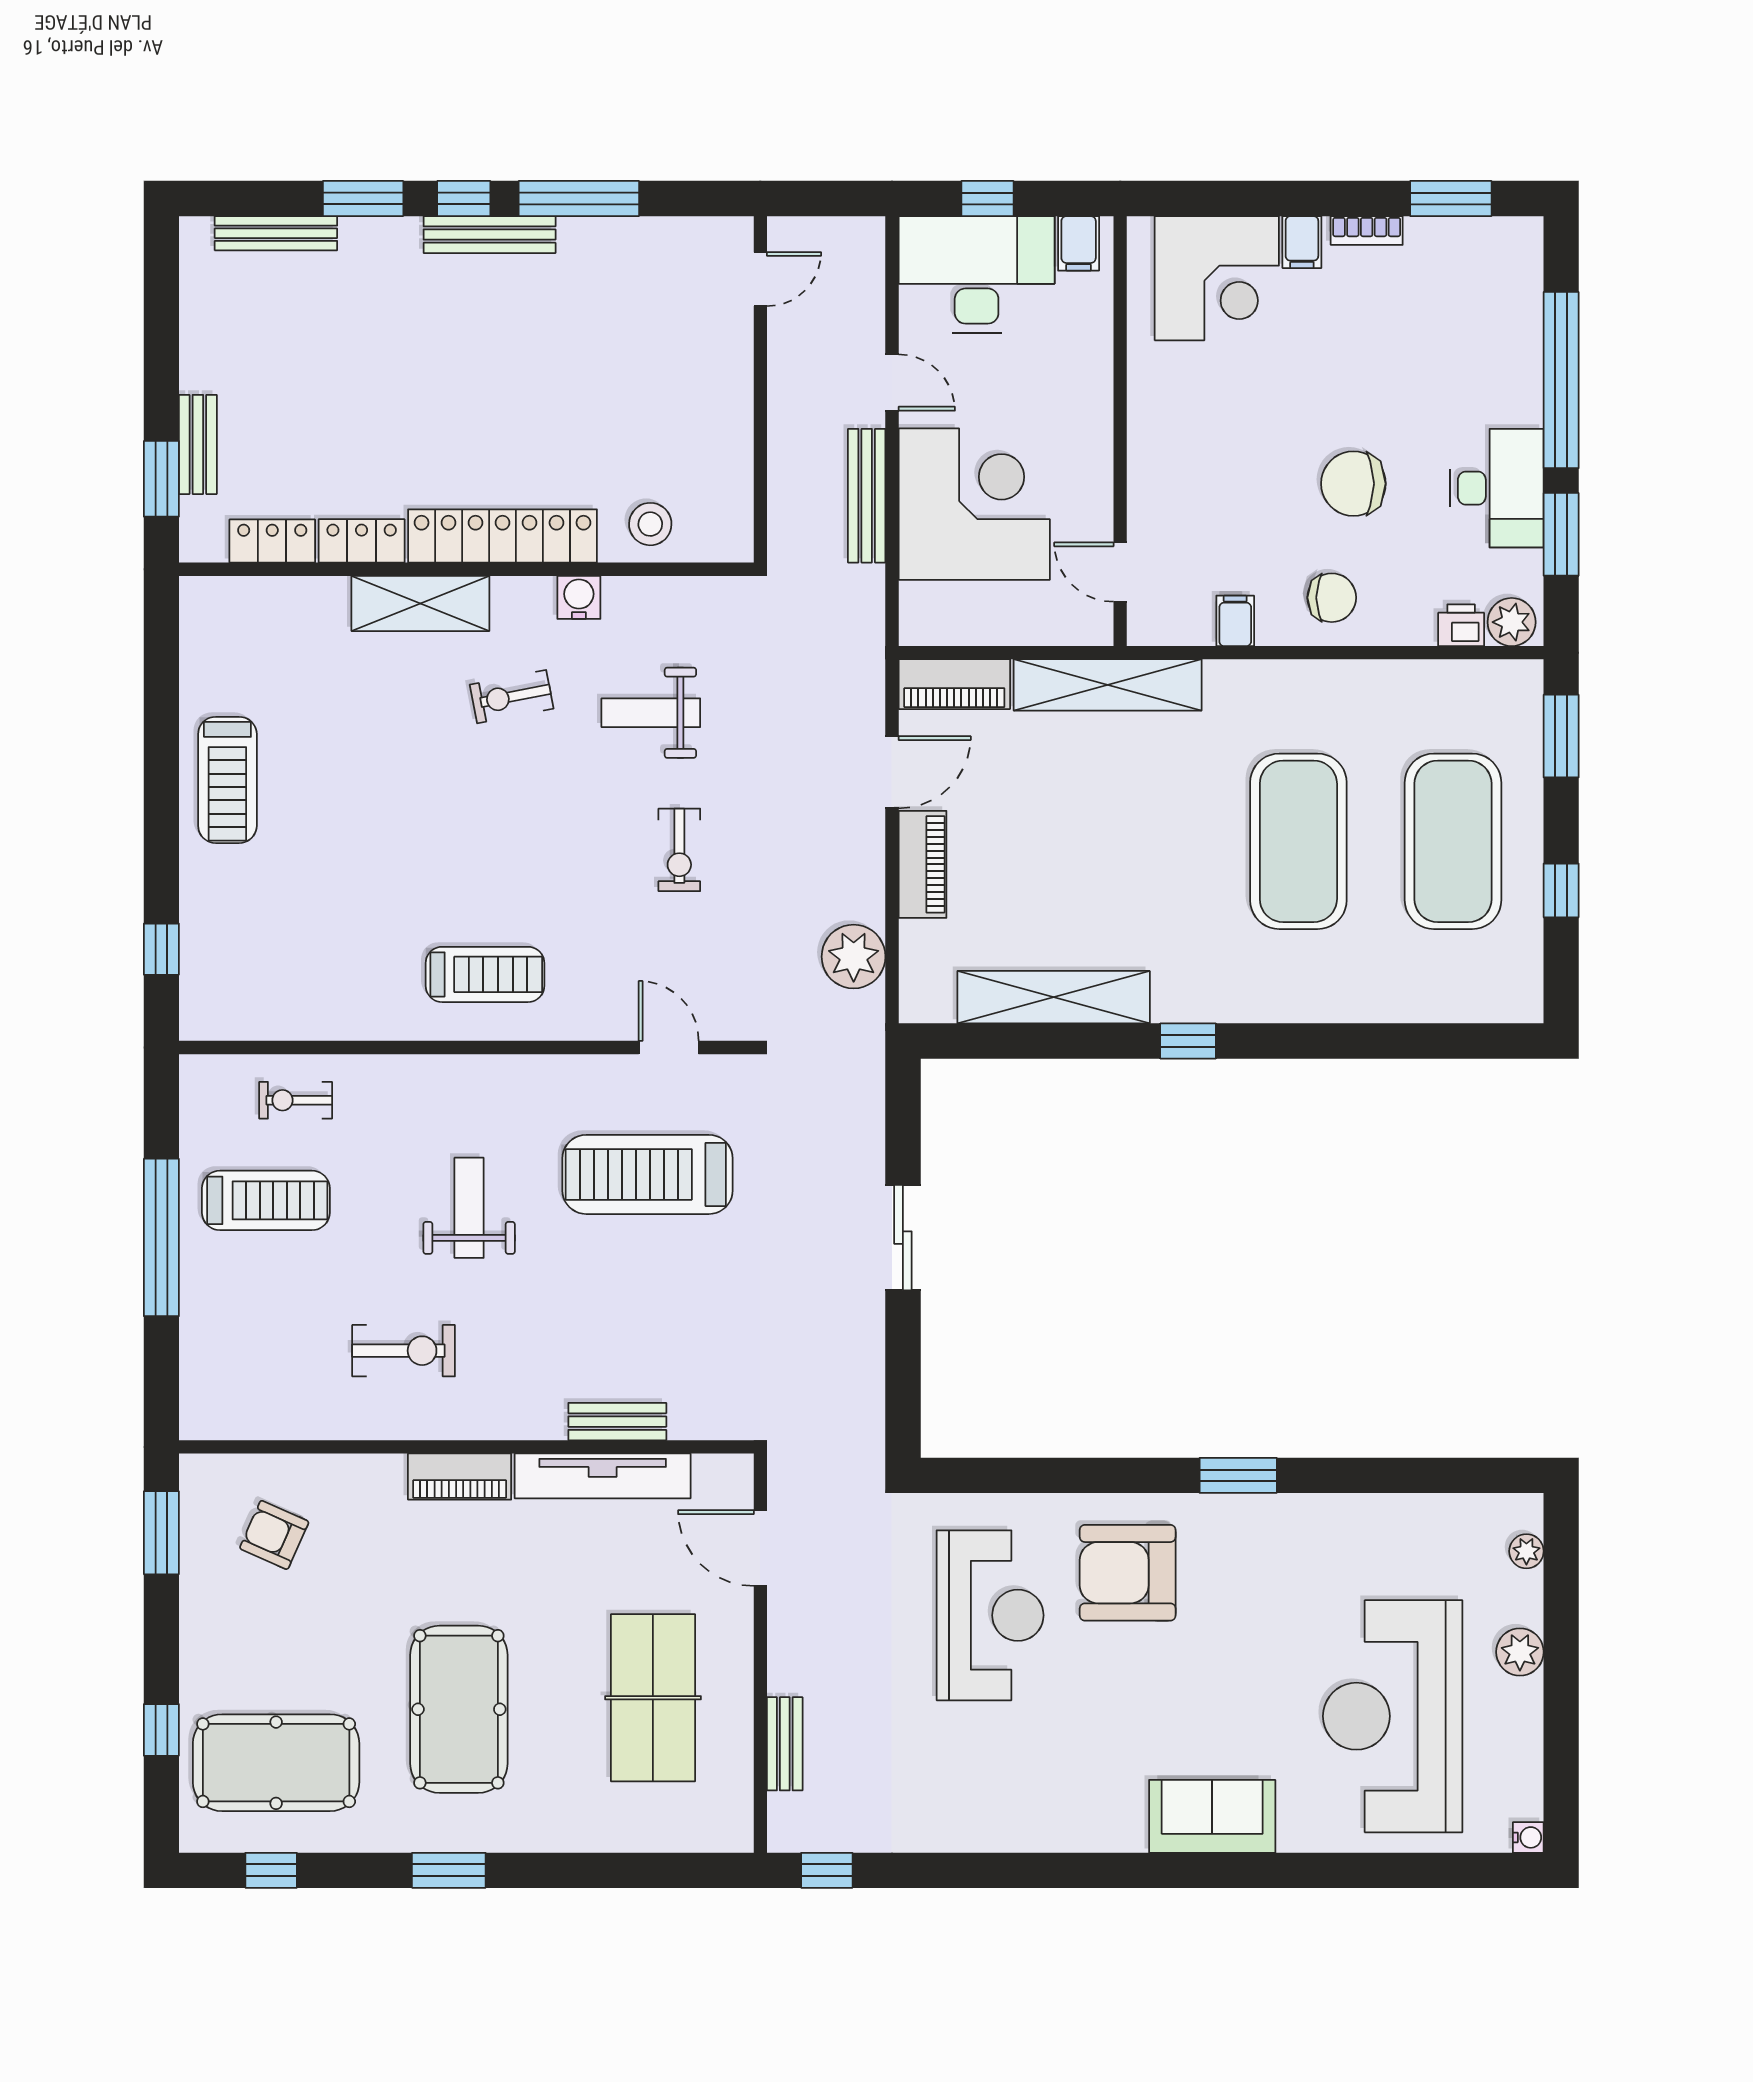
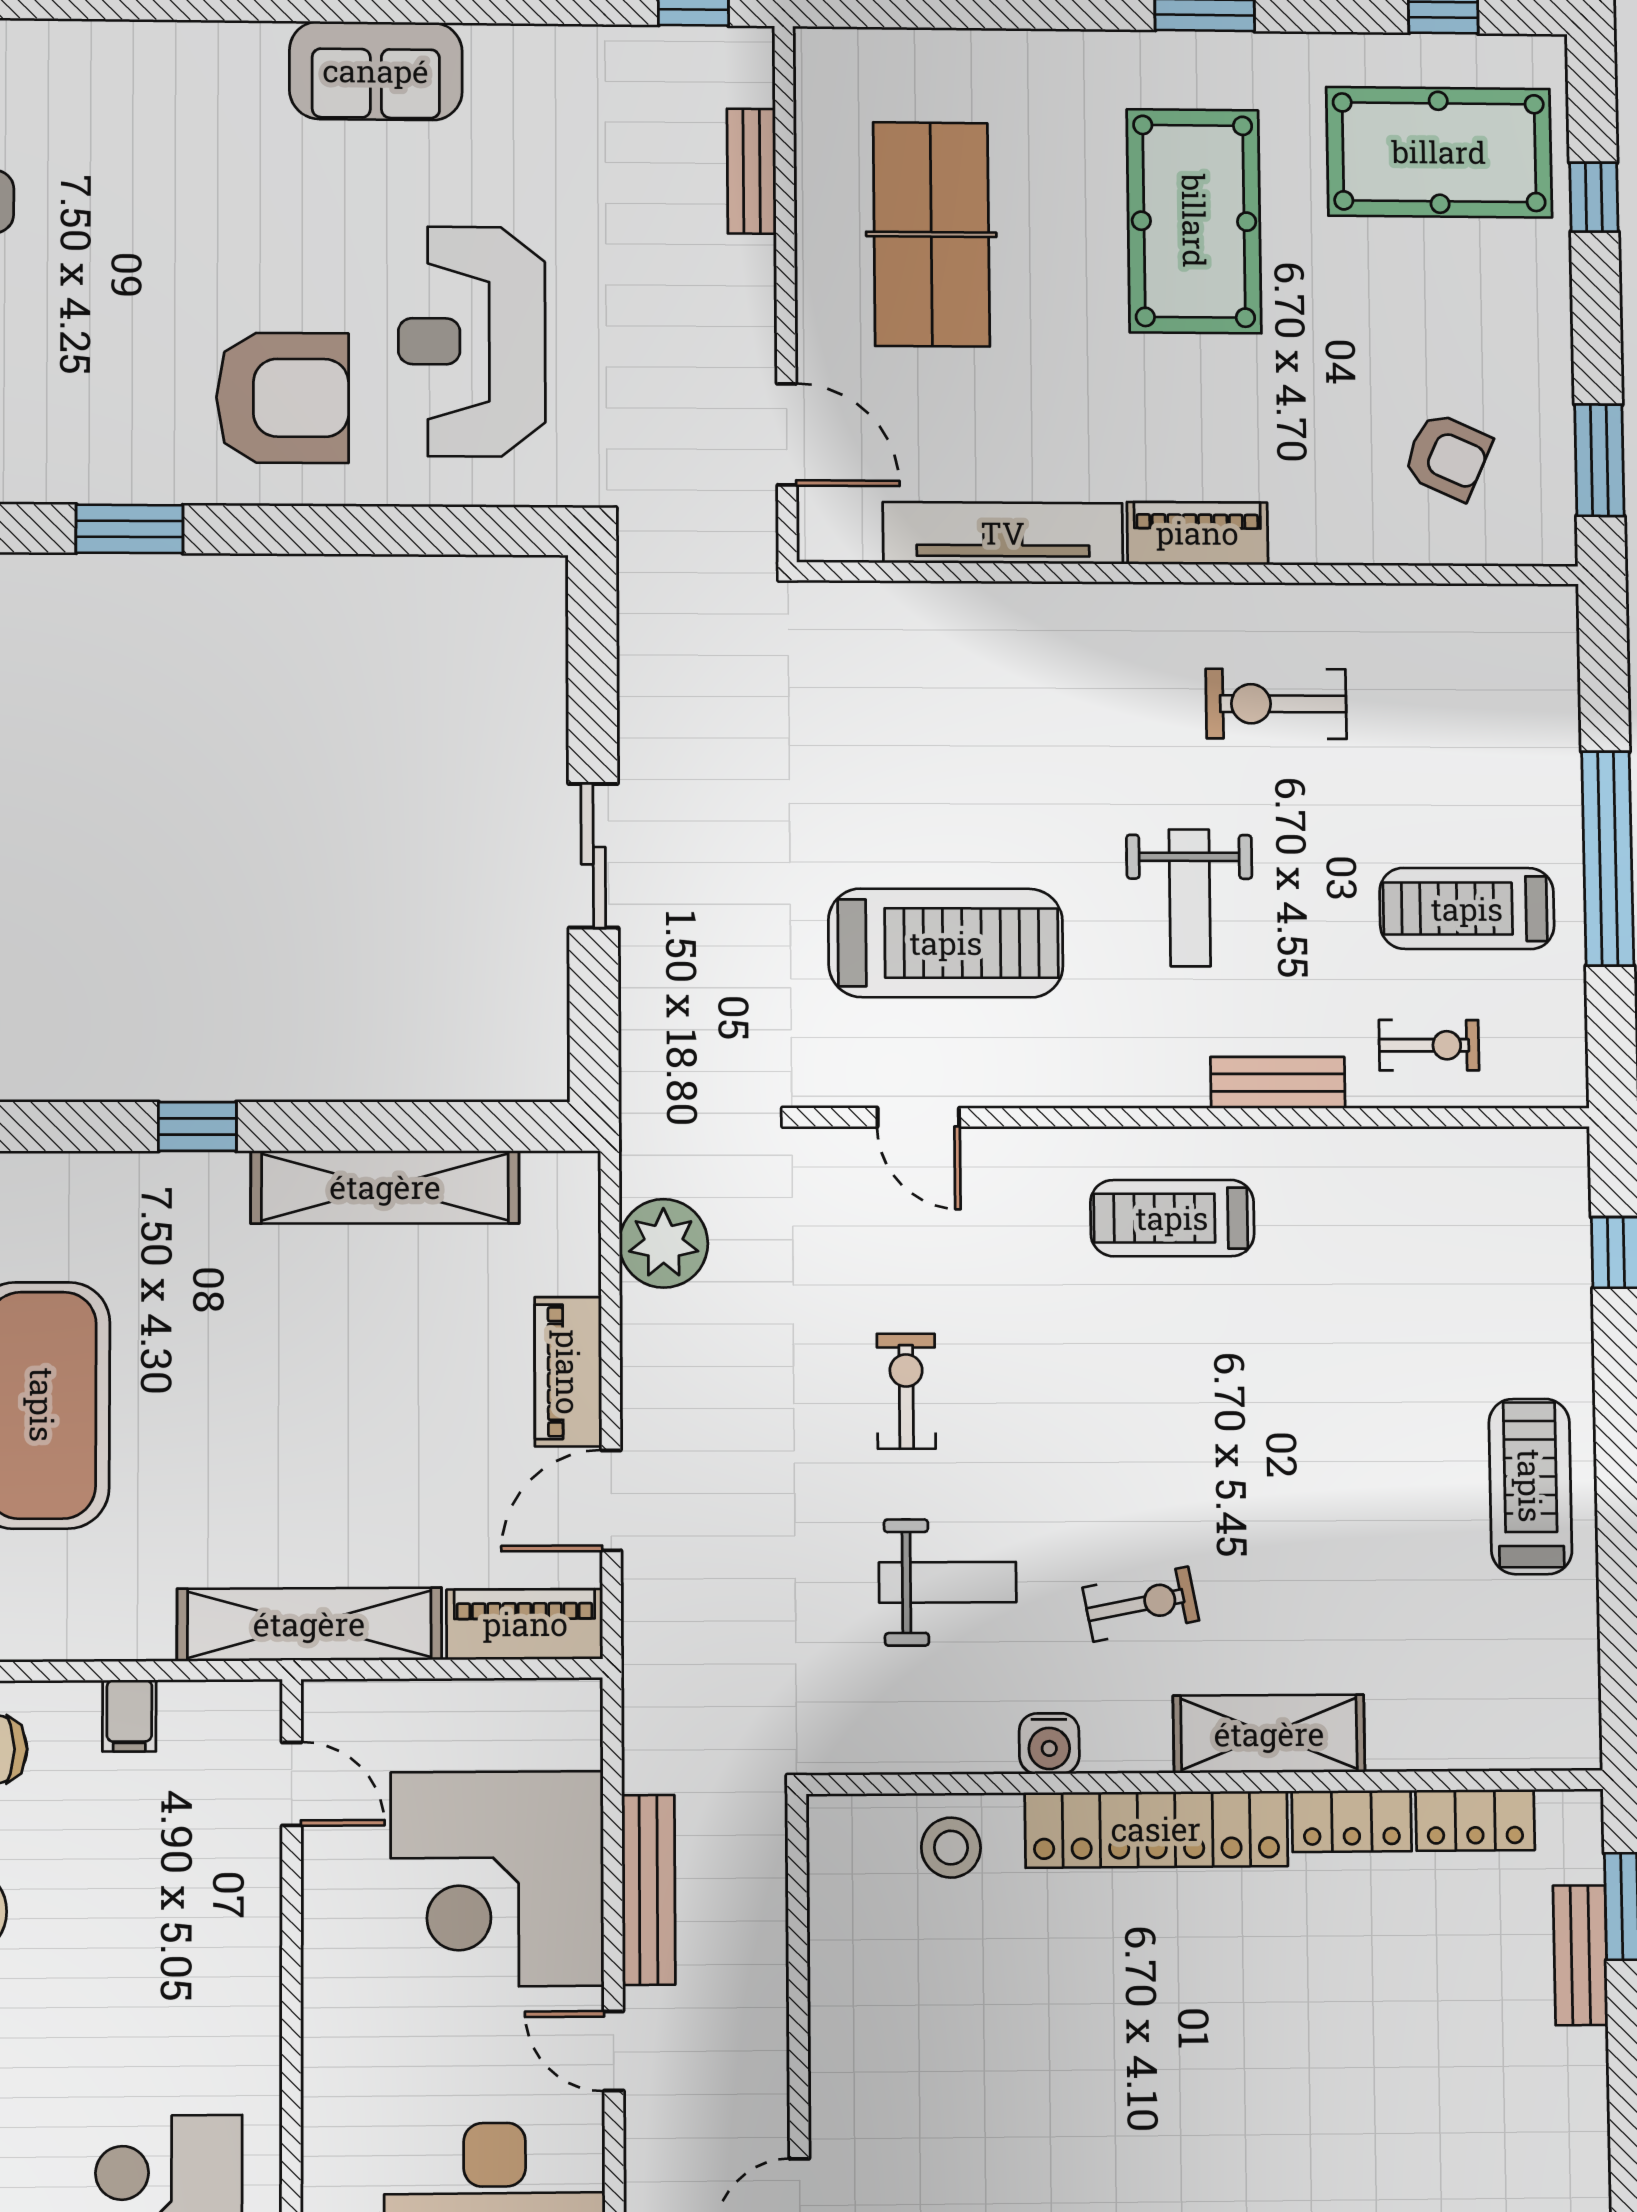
bench: (617, 1422) -> (1278, 1083), moved
sofa: (1212, 1816) -> (376, 71), moved

